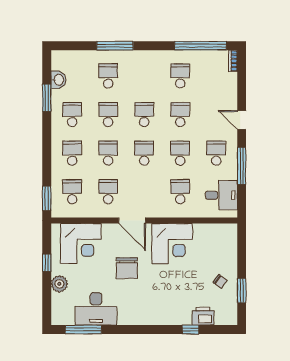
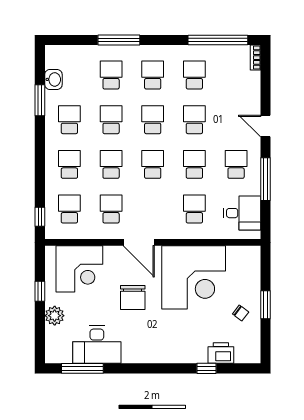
school desk: (144, 76) -> (153, 75), added
window: (47, 198) -> (40, 217), width x0.67
corner desk: (172, 244) -> (194, 277), width x1.36, depth x1.36
window: (242, 290) -> (265, 305), moved

